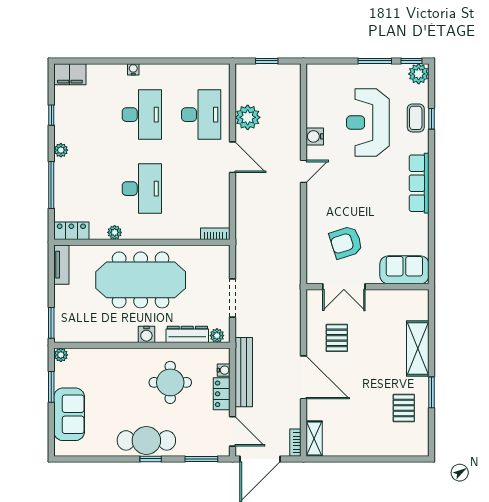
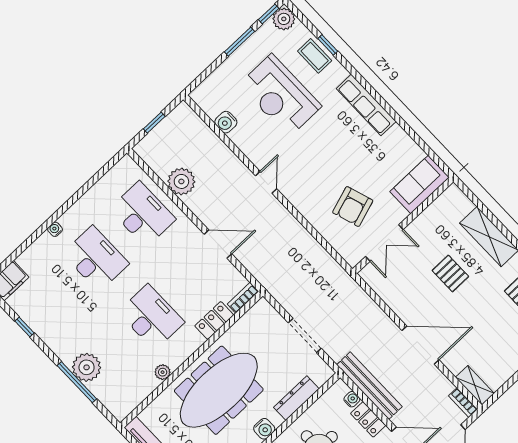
water cooler: (315, 136) -> (226, 122), moved
plant: (61, 150) -> (87, 367), moved, width x1.87, depth x1.87
door: (232, 157) -> (218, 244), moved
locker: (71, 231) -> (214, 320), moved
plant: (217, 336) -> (321, 377), removed
pallet: (337, 338) -> (450, 273), moved

